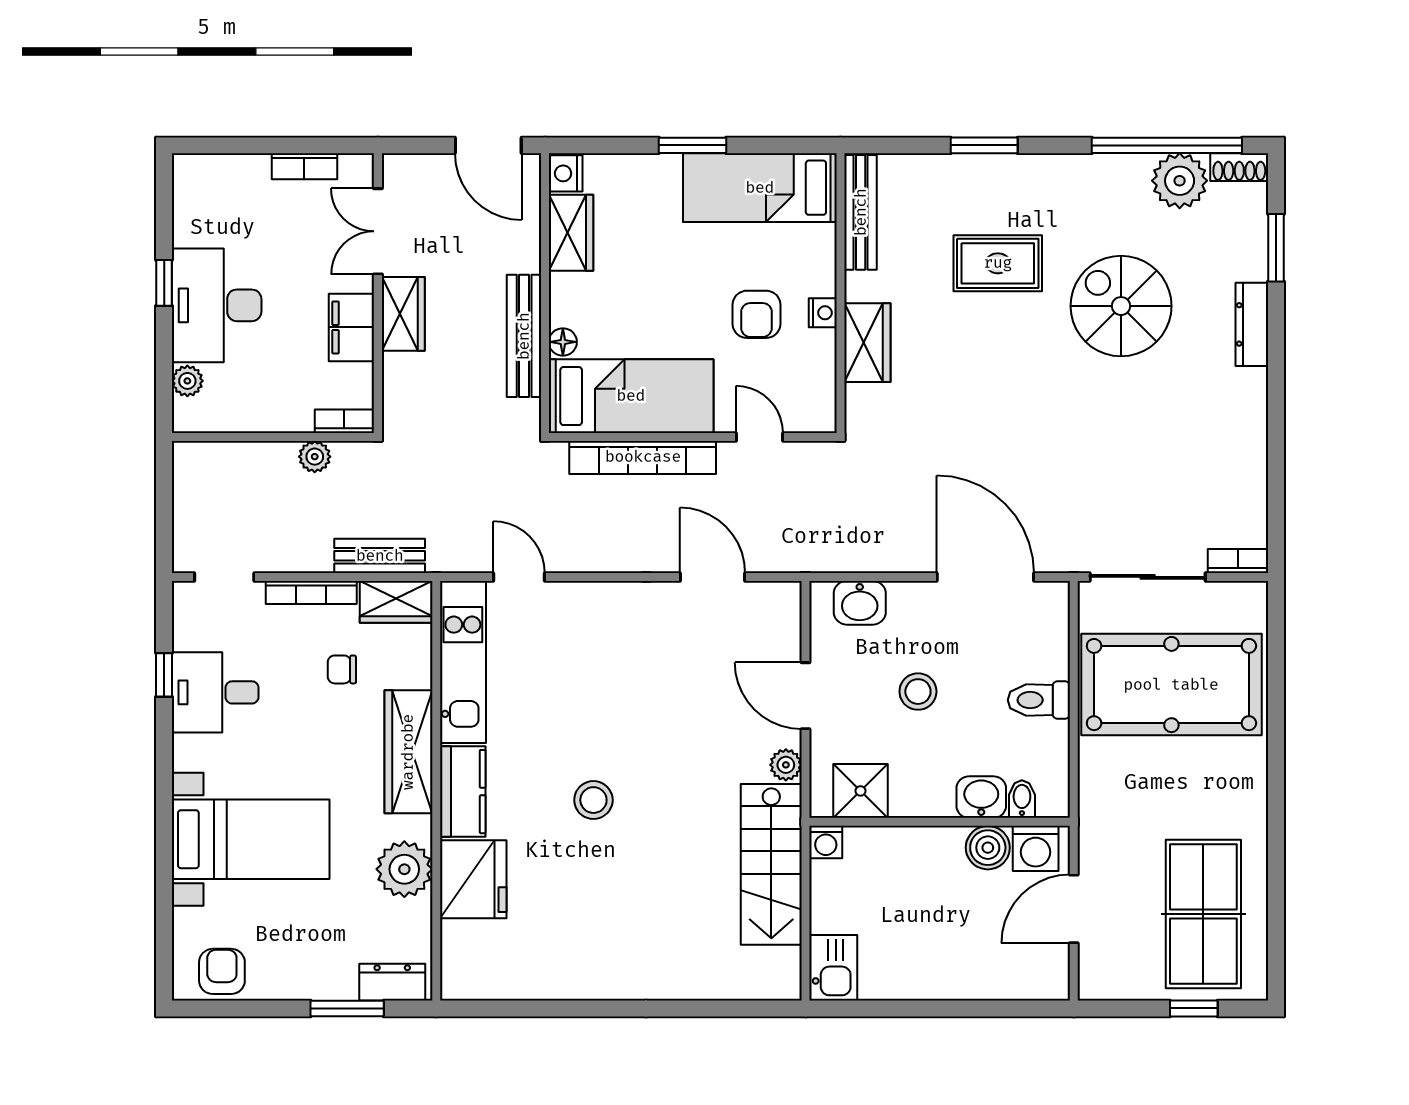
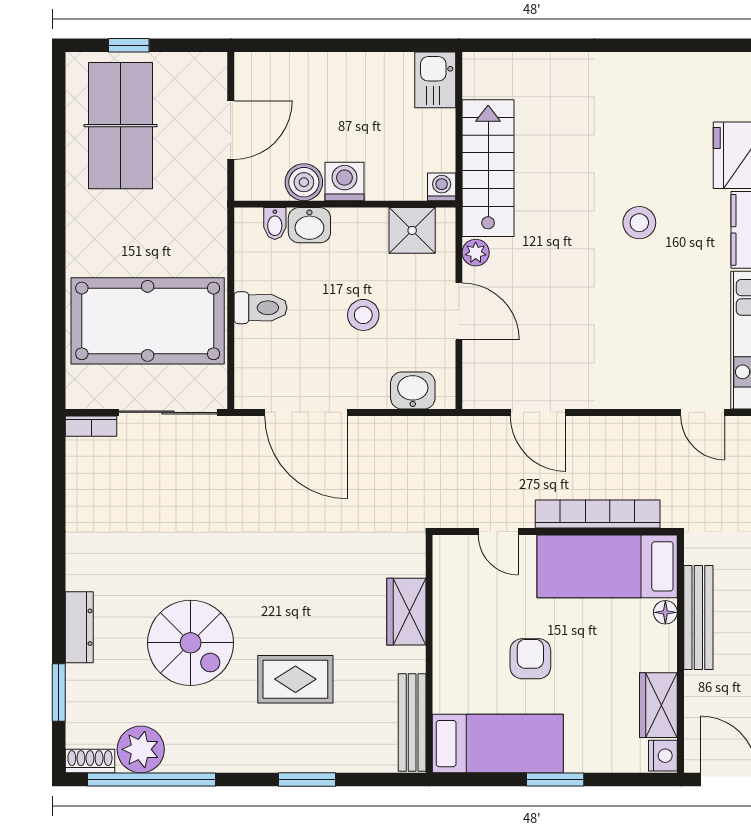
nightstand: (823, 313) -> (444, 637), removed
armchair: (756, 314) -> (530, 659), moved
washing machine: (1036, 848) -> (344, 181), moved

